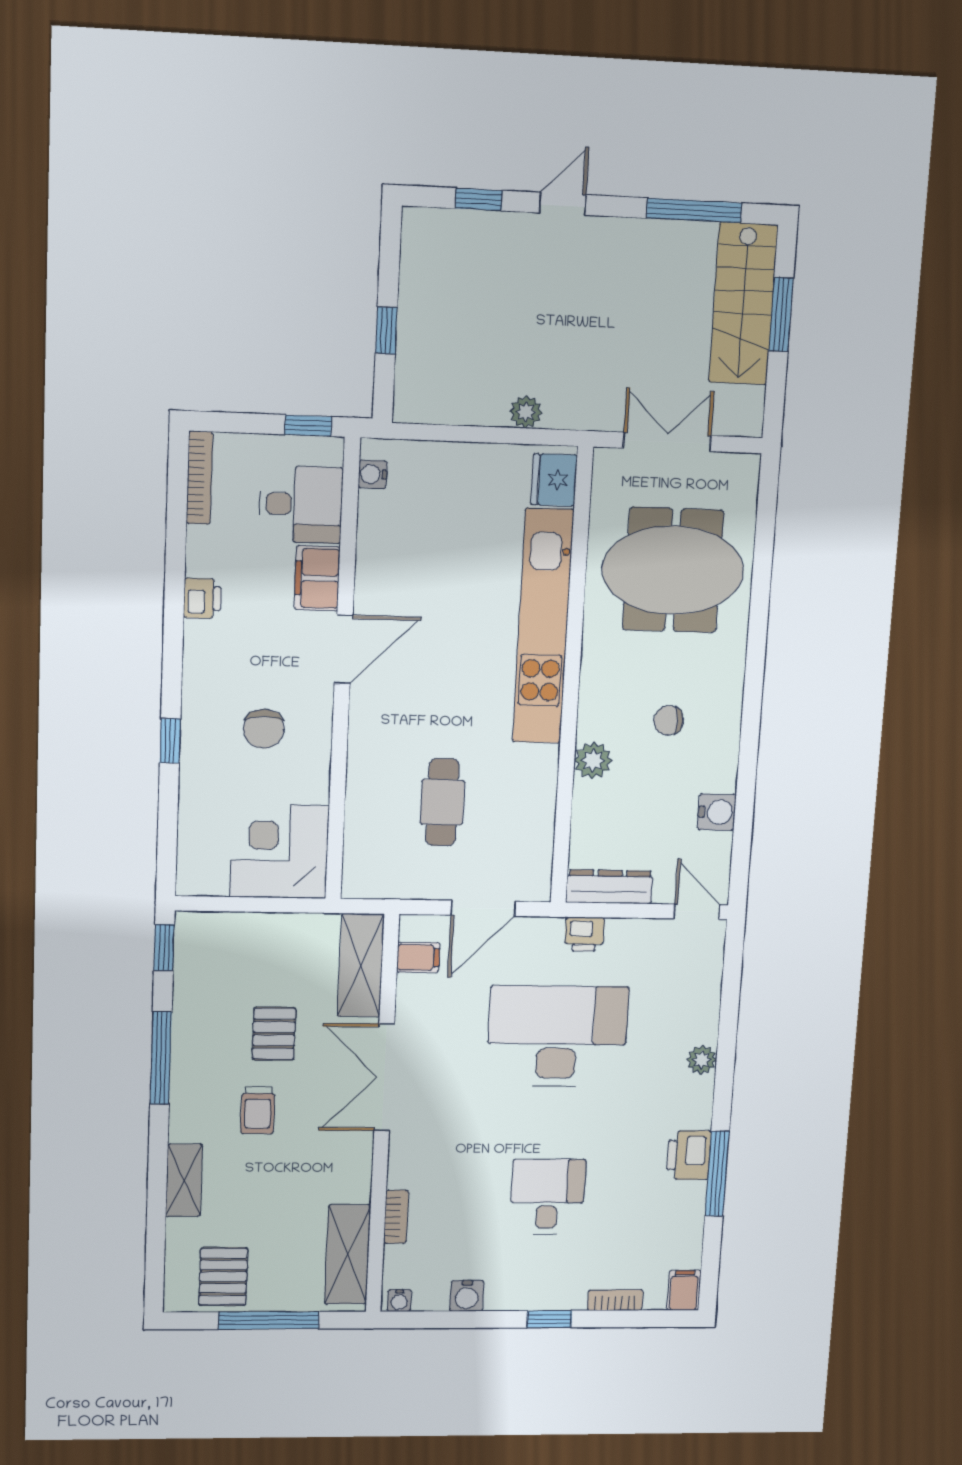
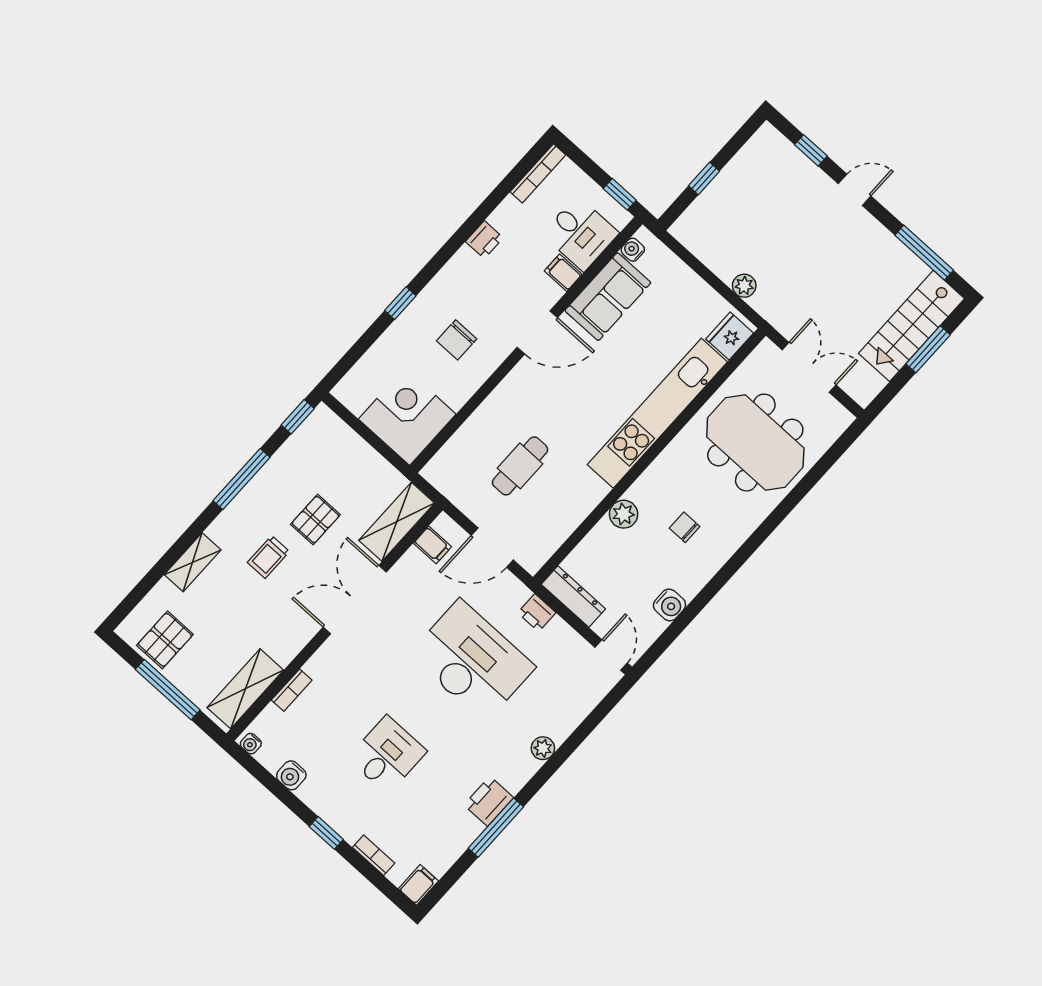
sofa: (388, 547) -> (608, 297), added
filing cabinet: (317, 578) -> (563, 273), width x0.50

